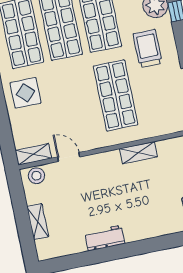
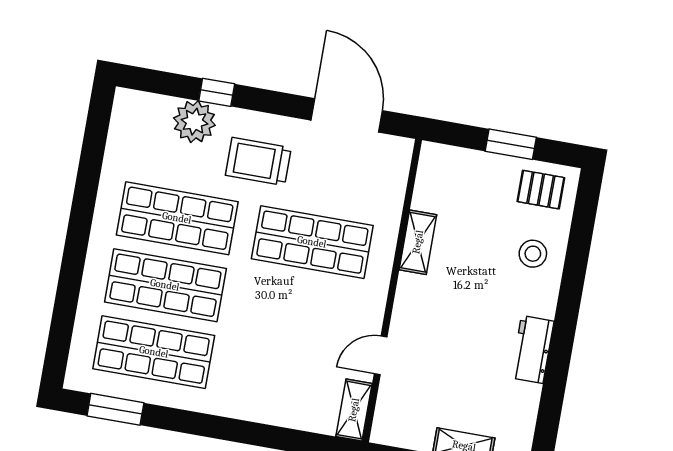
display table: (26, 93) -> (251, 384), removed
stool: (36, 176) -> (533, 254), moved

